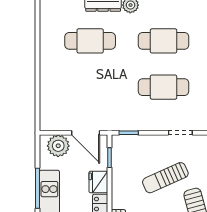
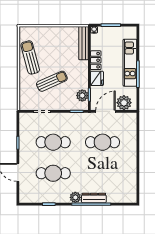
cafe table: (90, 41) -> (103, 142), moved
door: (86, 133) -> (106, 111), hinge flipped
plant: (120, 156) -> (82, 96), added

